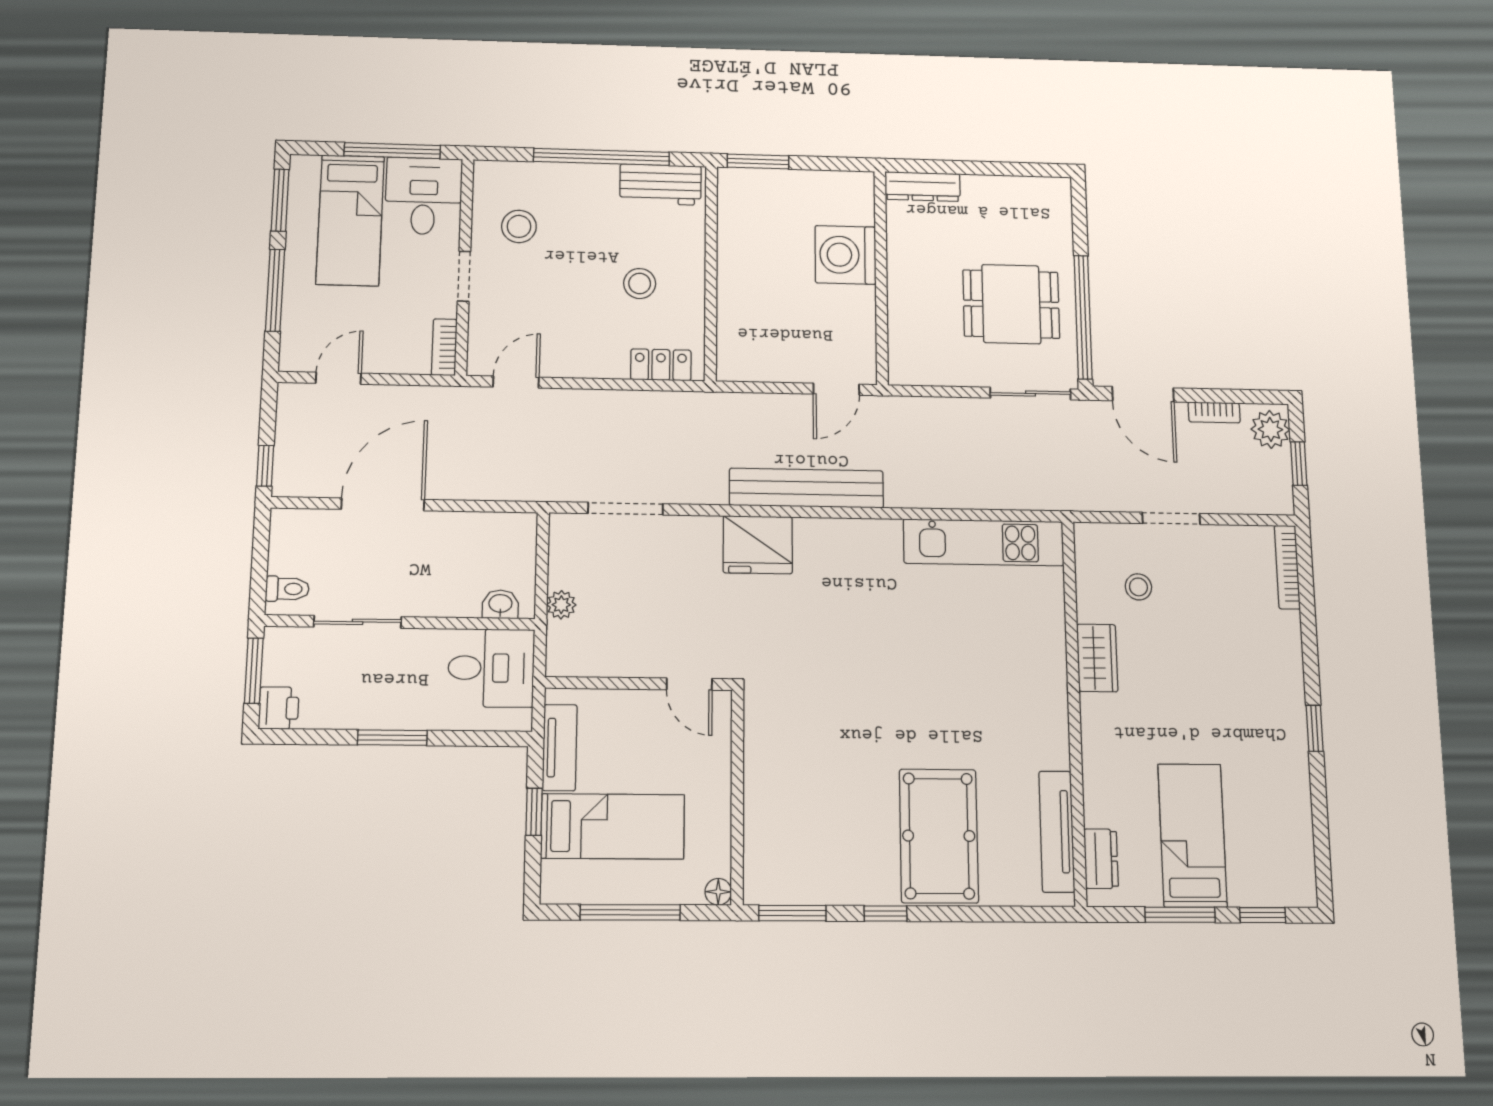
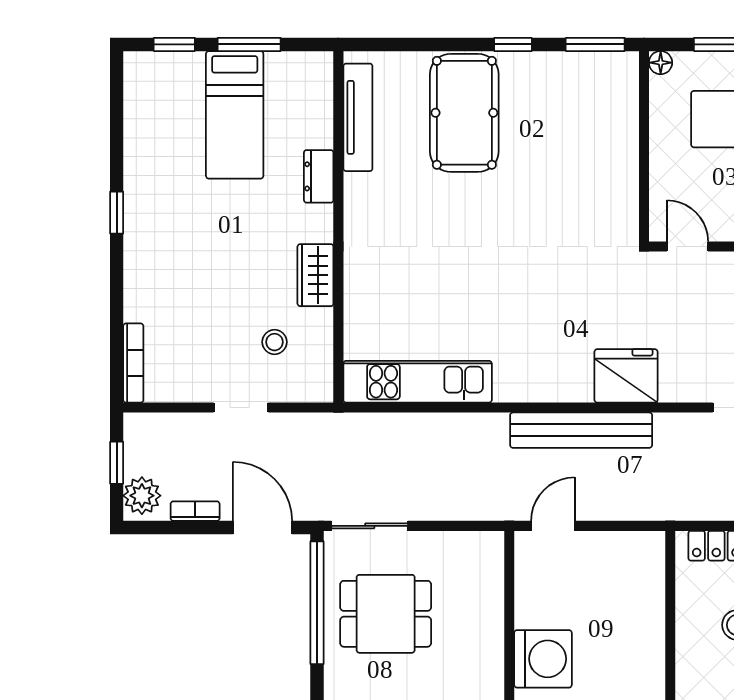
dresser: (1101, 859) -> (319, 176), moved

